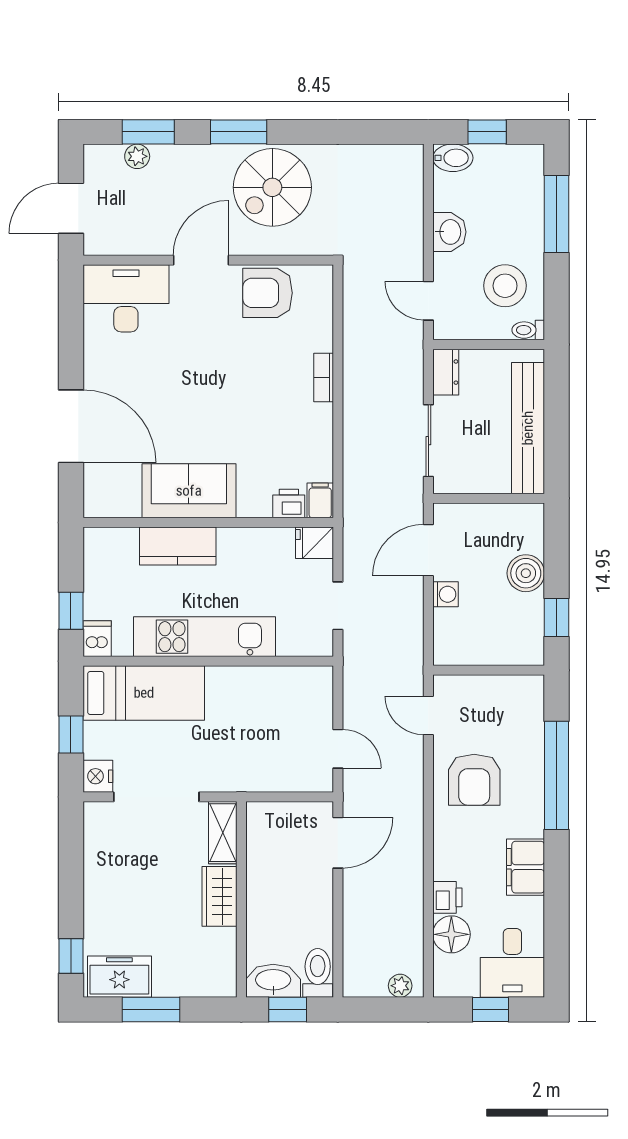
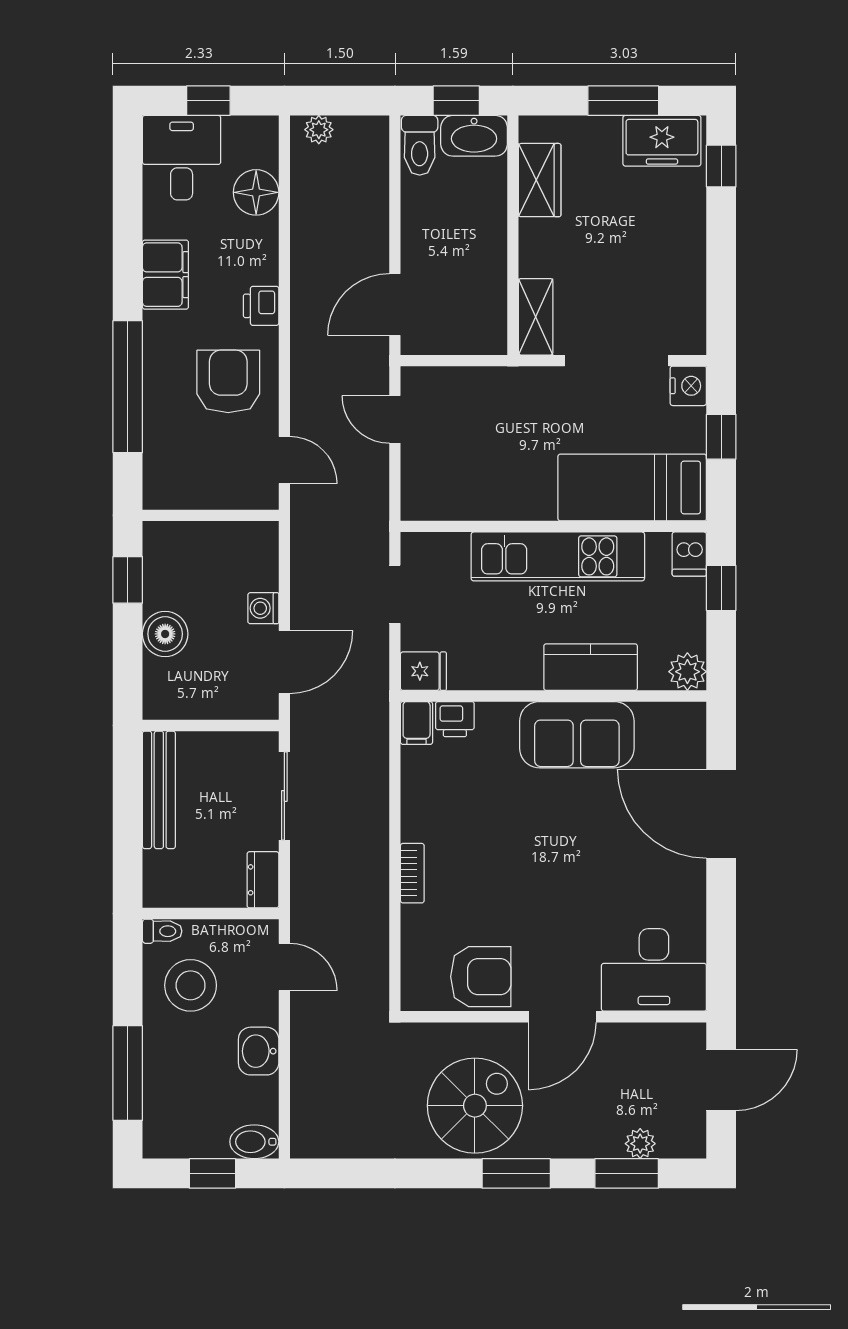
bench: (528, 428) -> (159, 790), width x0.73, depth x0.82
plant: (98, 542) -> (687, 672), added
wardrobe: (219, 896) -> (540, 180), moved
printer: (447, 897) -> (261, 306), moved

